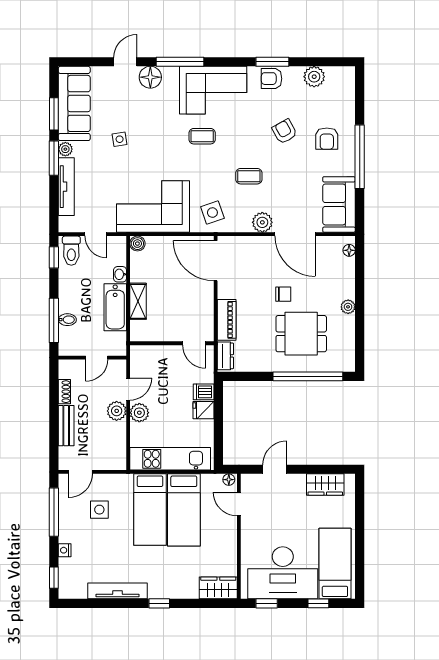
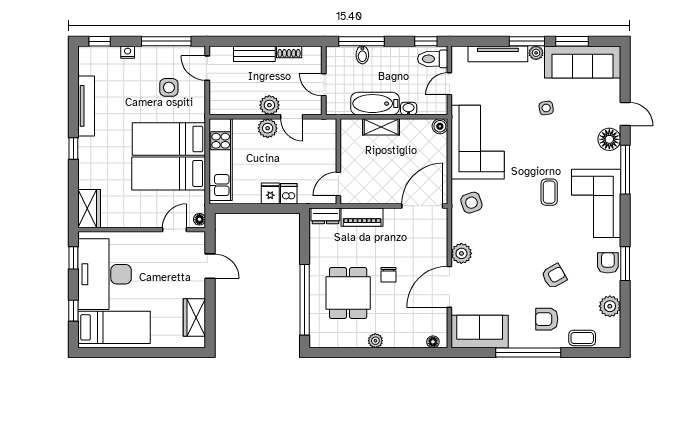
coffee table: (249, 176) -> (582, 338), moved, turned 90

